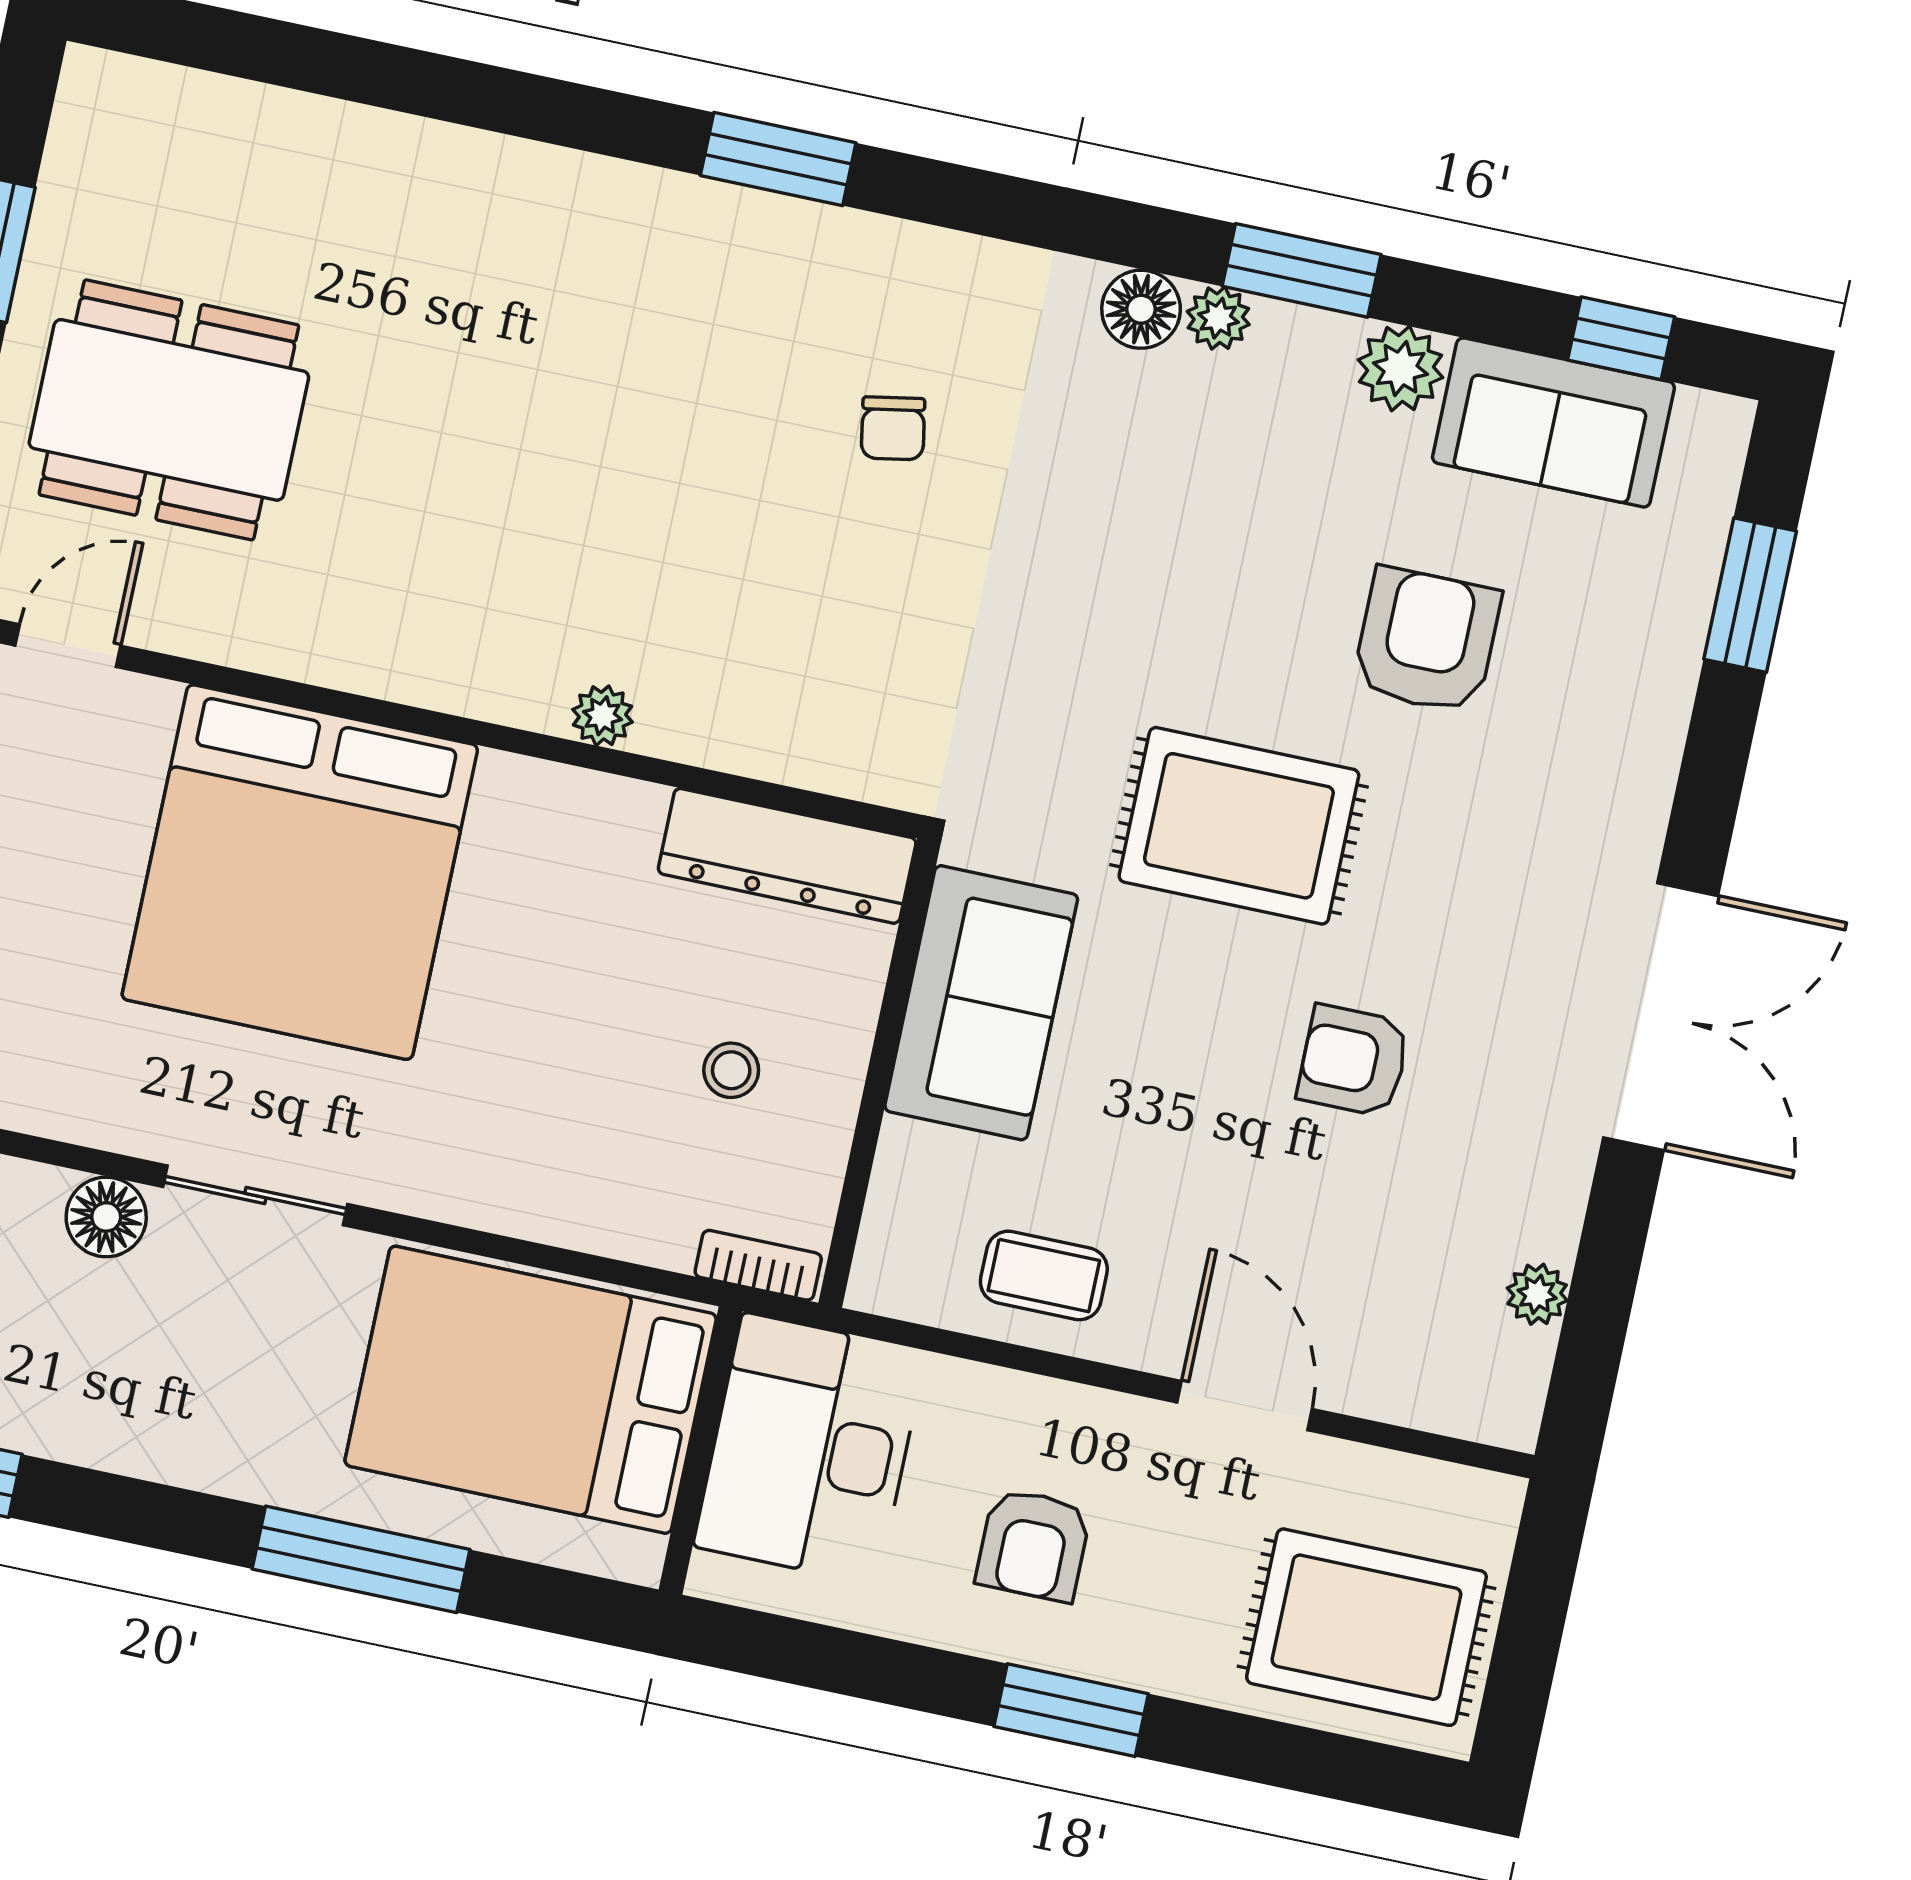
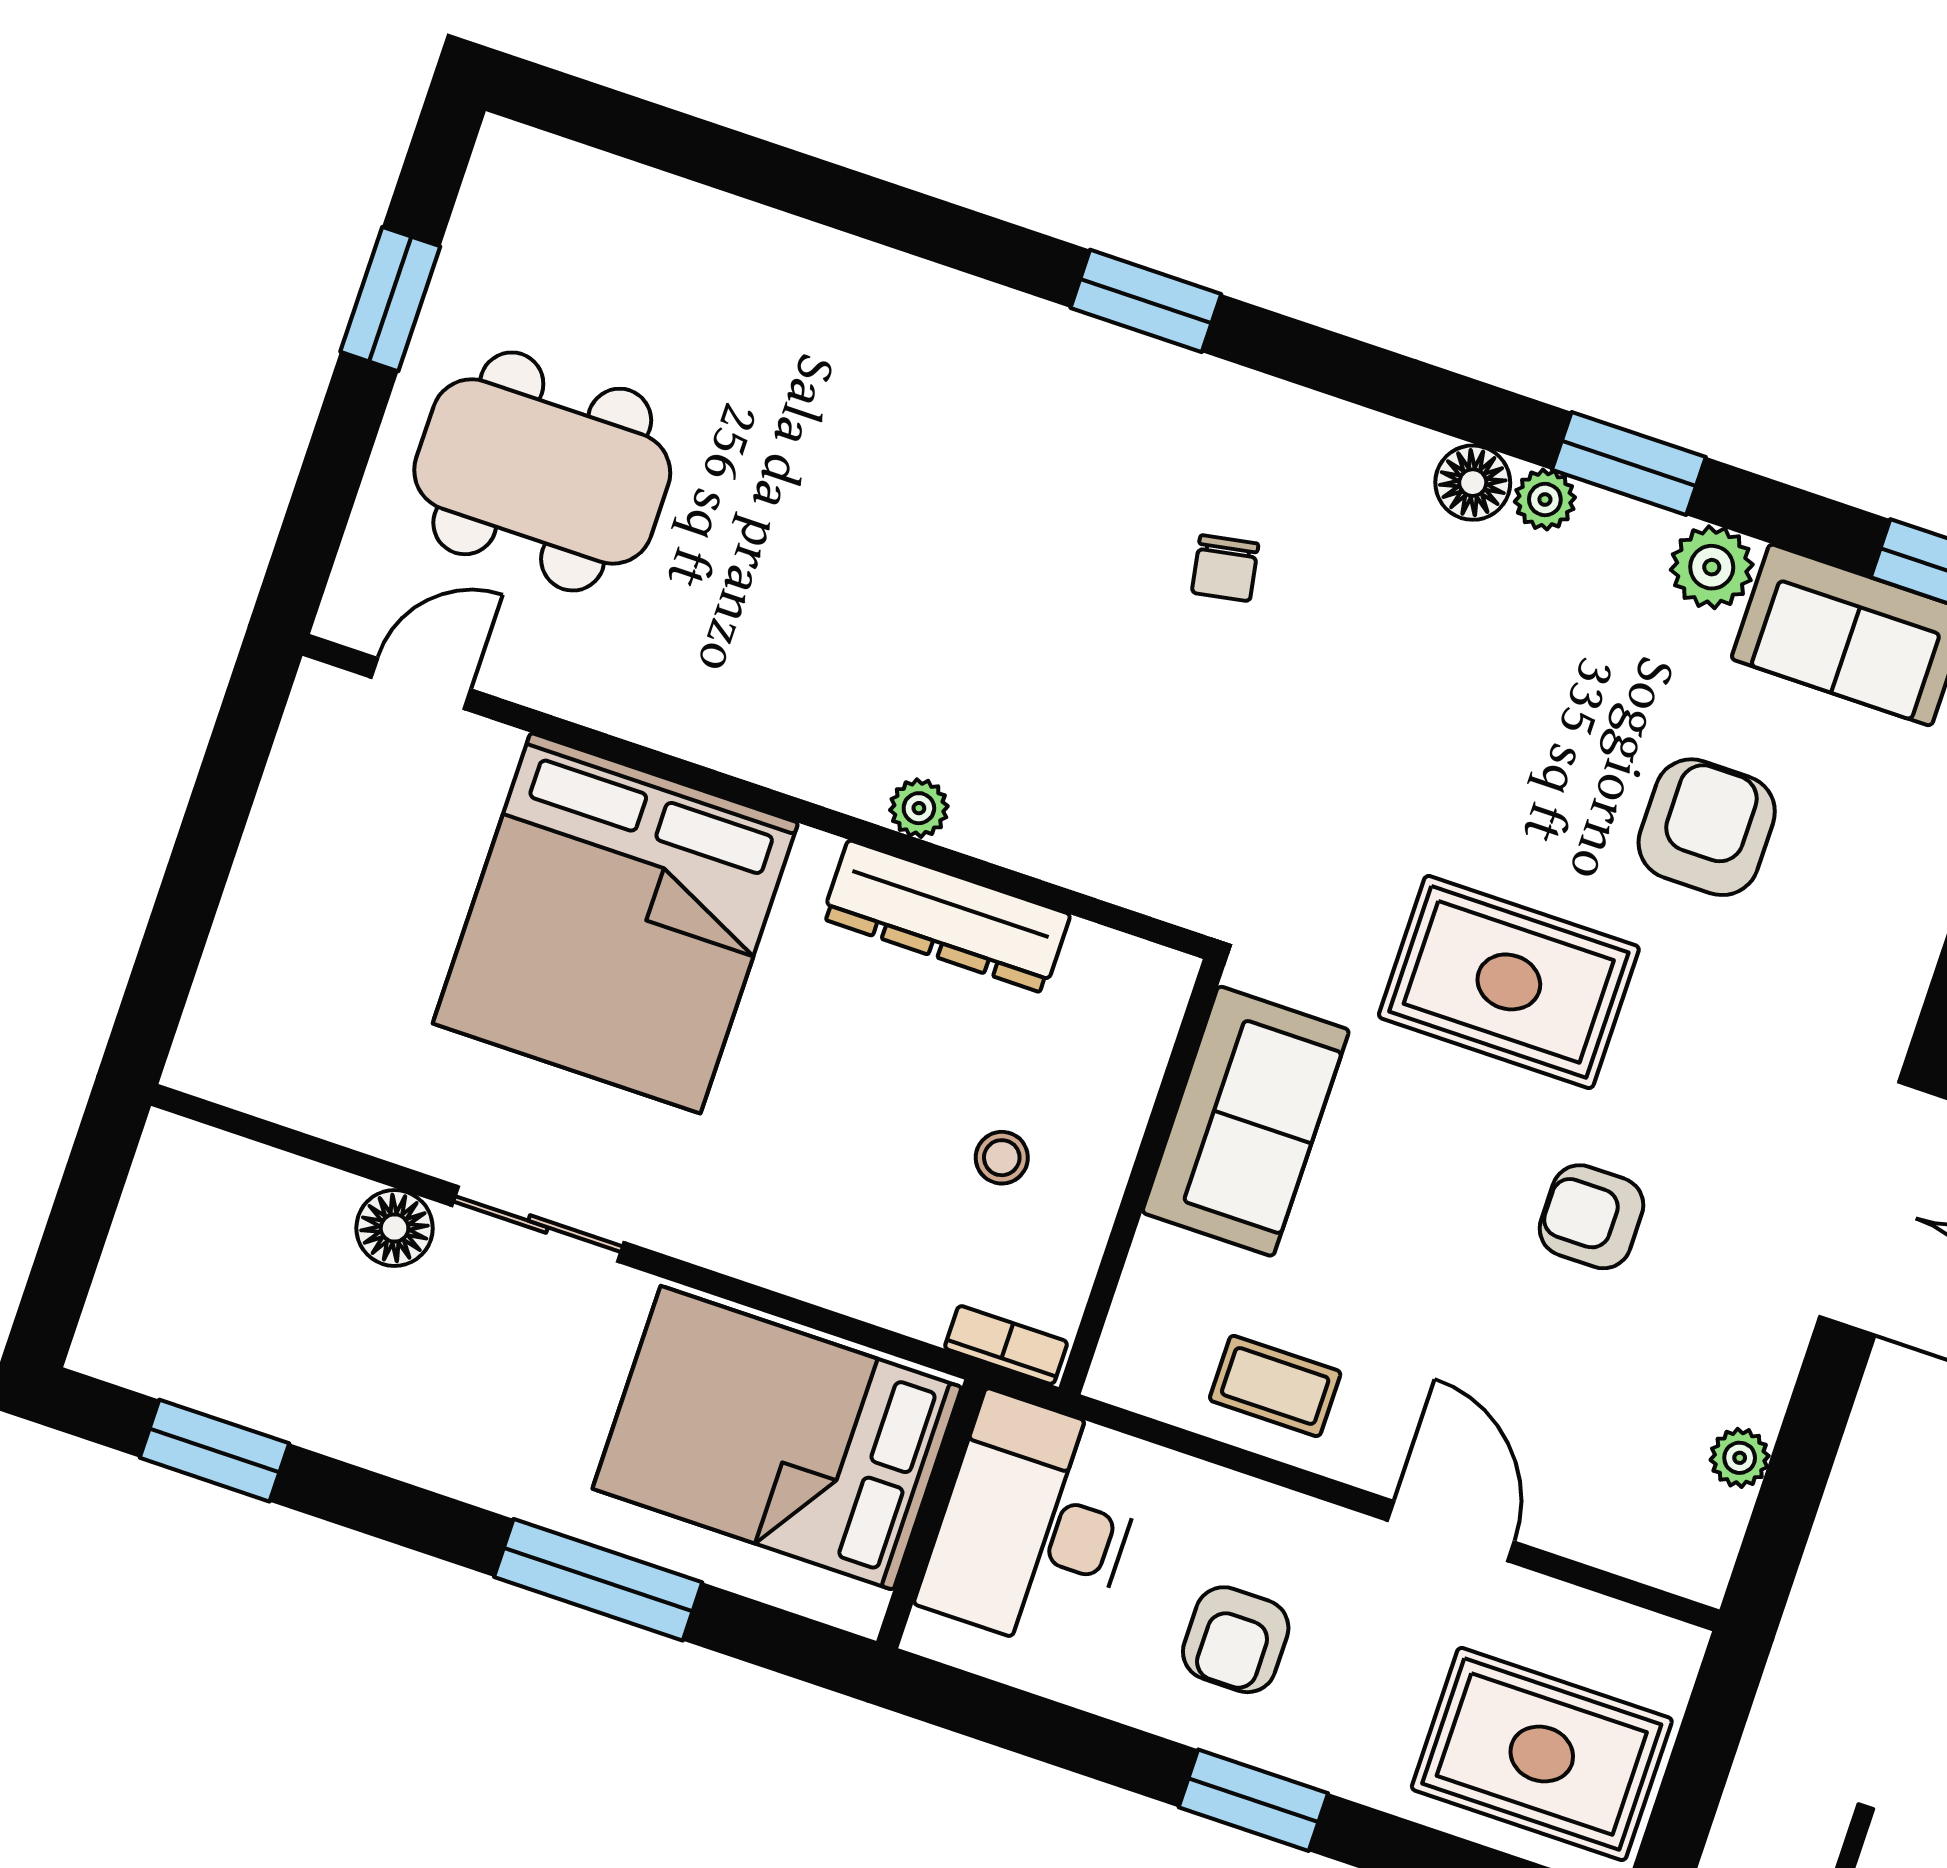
dresser: (787, 856) -> (946, 917), moved

